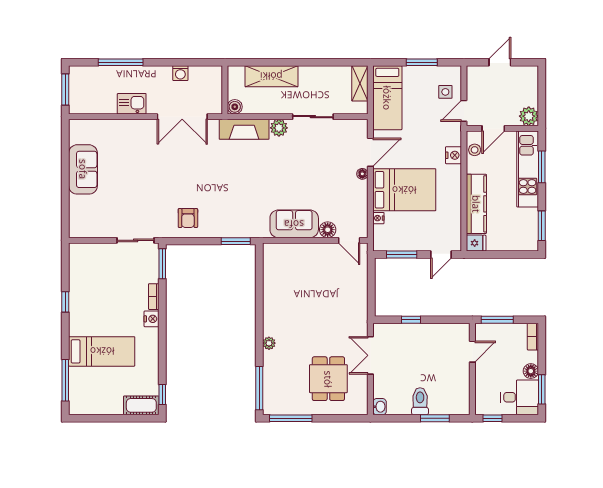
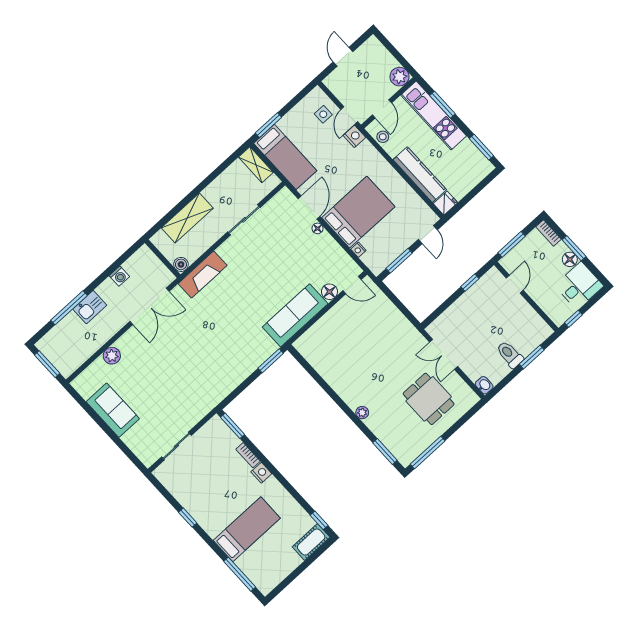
window: (422, 62) -> (268, 125), moved
kitchen sink: (132, 104) -> (90, 307), moved, turned 180
plant: (279, 128) -> (112, 356), moved
nightstand: (454, 155) -> (354, 136), moved
armchair: (188, 218) -> (221, 376), removed
sofa: (294, 224) -> (295, 315), width x1.36
sliding door: (136, 240) -> (176, 446), moved
window: (411, 320) -> (470, 283), moved
window: (259, 388) -> (385, 451), width x0.69
window: (542, 389) -> (574, 248), moved

